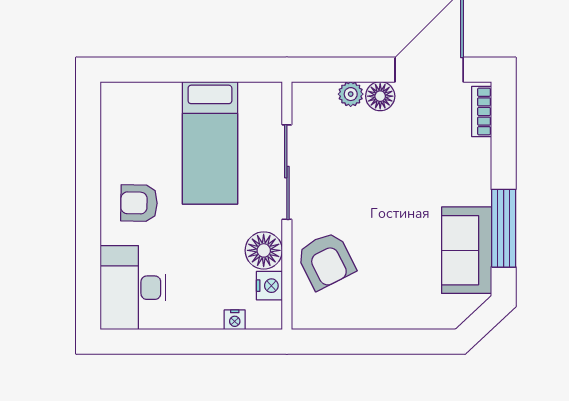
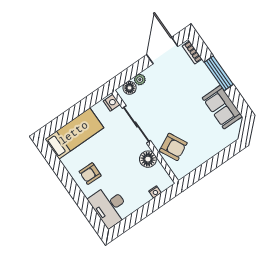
floor lamp: (380, 96) -> (130, 88), moved
bed: (210, 143) -> (74, 133), moved, turned -90
window: (504, 228) -> (219, 73), moved
nightstand: (269, 286) -> (112, 103), moved

